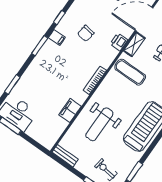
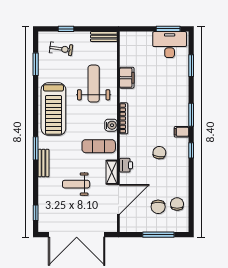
water cooler: (109, 82) -> (111, 125), added

